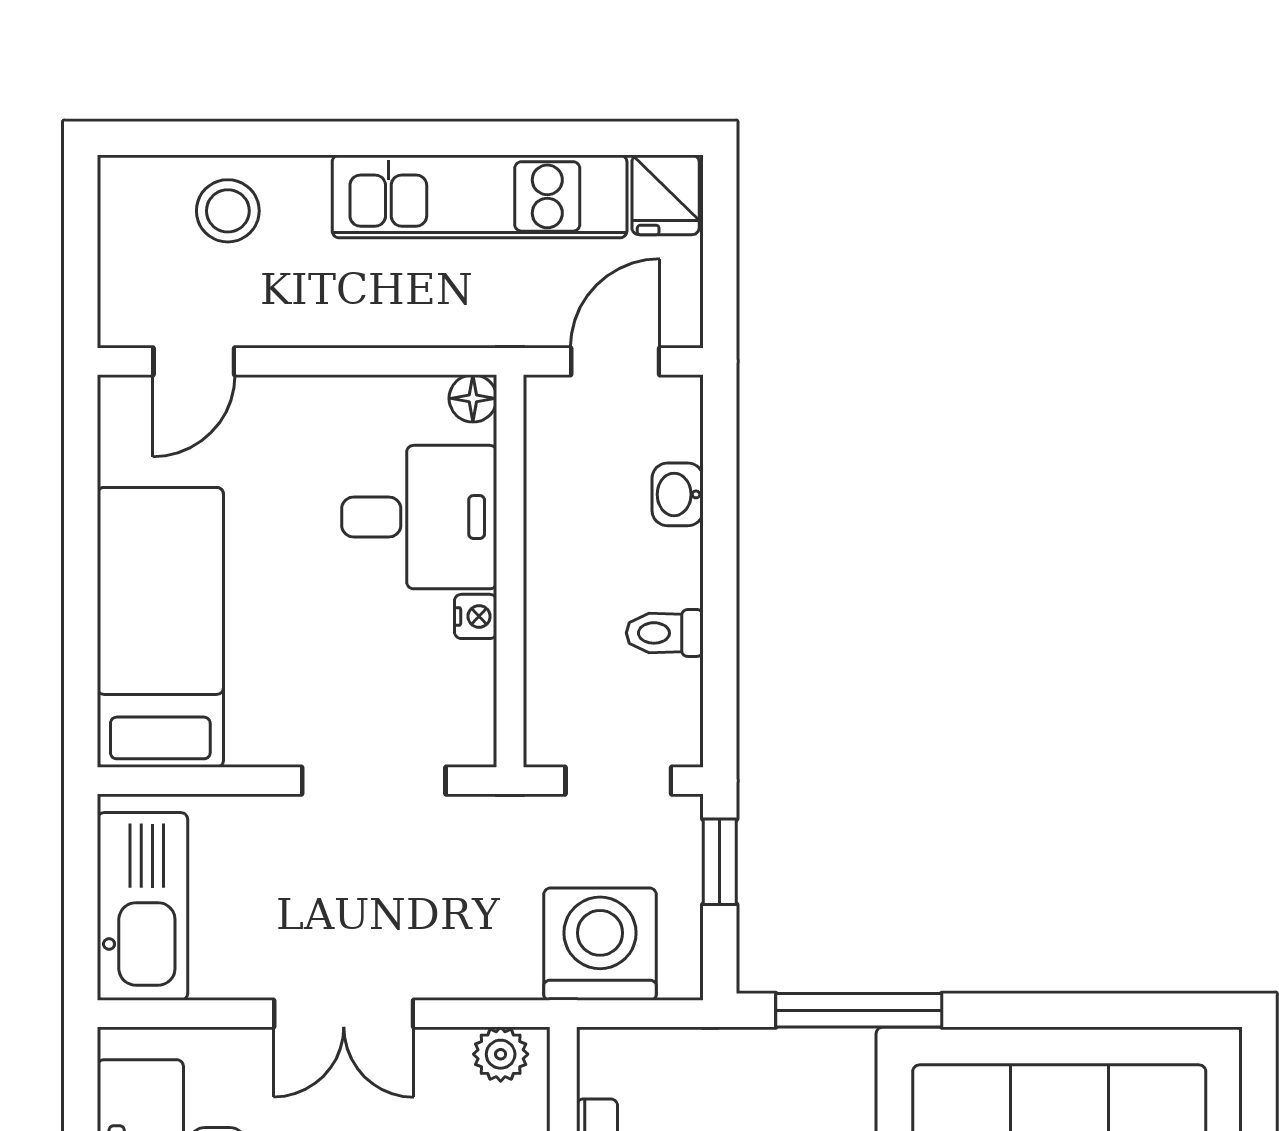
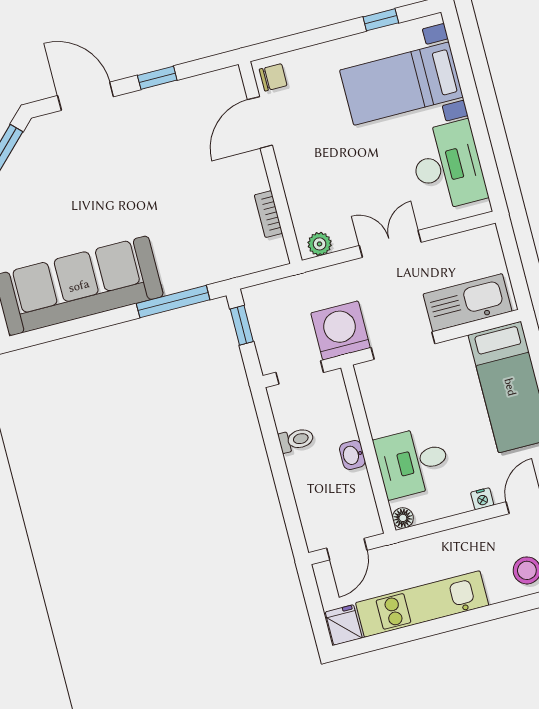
washbasin: (678, 494) -> (352, 455), moved, turned 180
nightstand: (476, 616) -> (482, 499), moved, turned -90
window: (720, 862) -> (242, 325), moved
kitchen sink: (142, 906) -> (467, 303), moved, turned 90
washing machine: (600, 944) -> (340, 330), moved, turned 180

